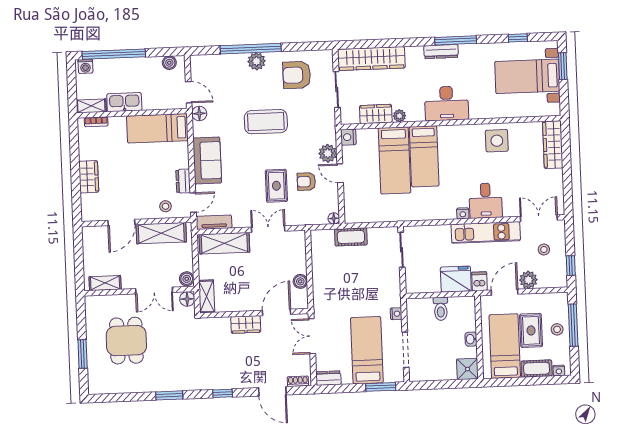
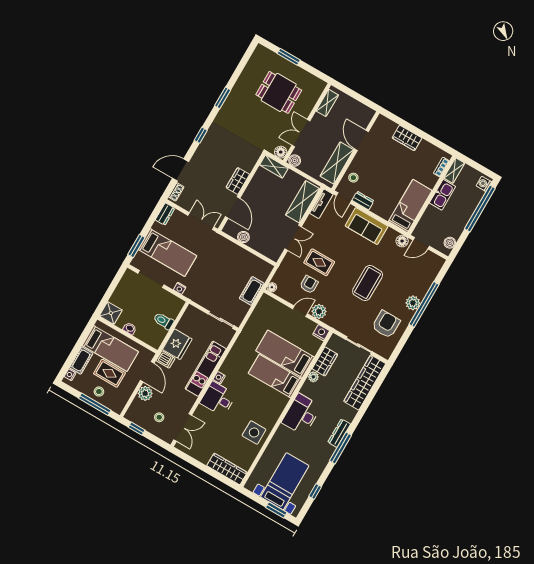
kitchen unit: (486, 232) -> (206, 369), moved

